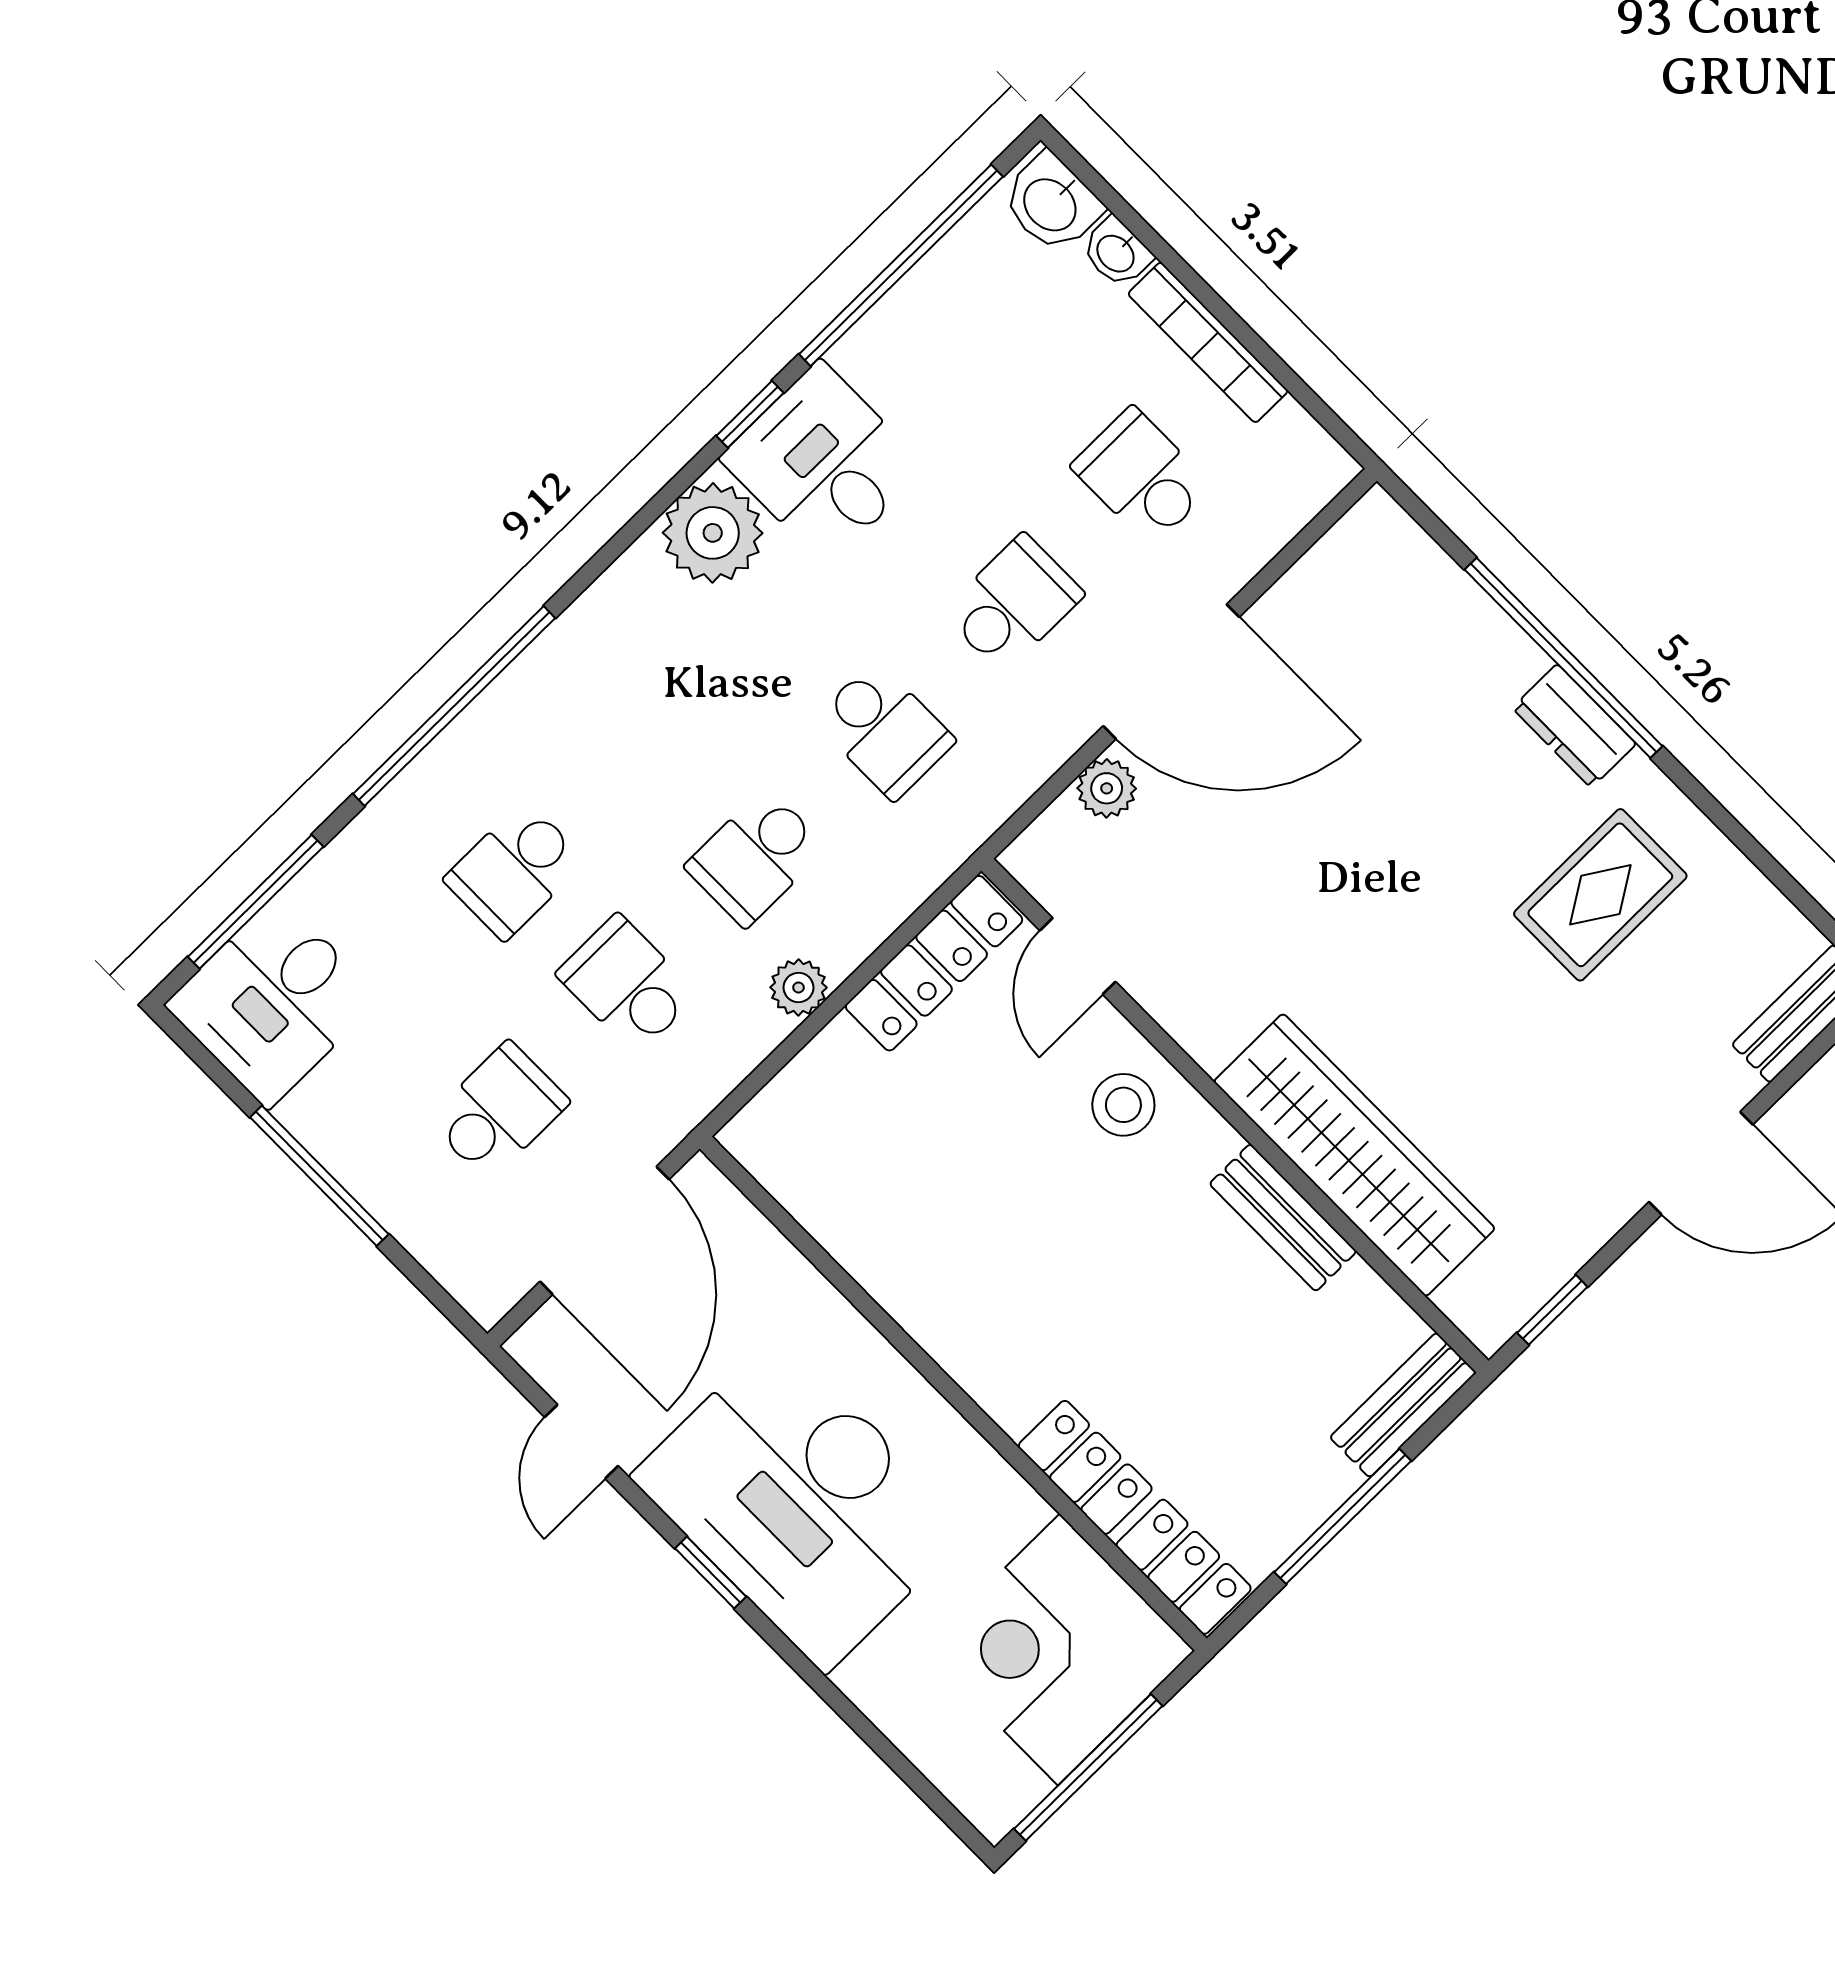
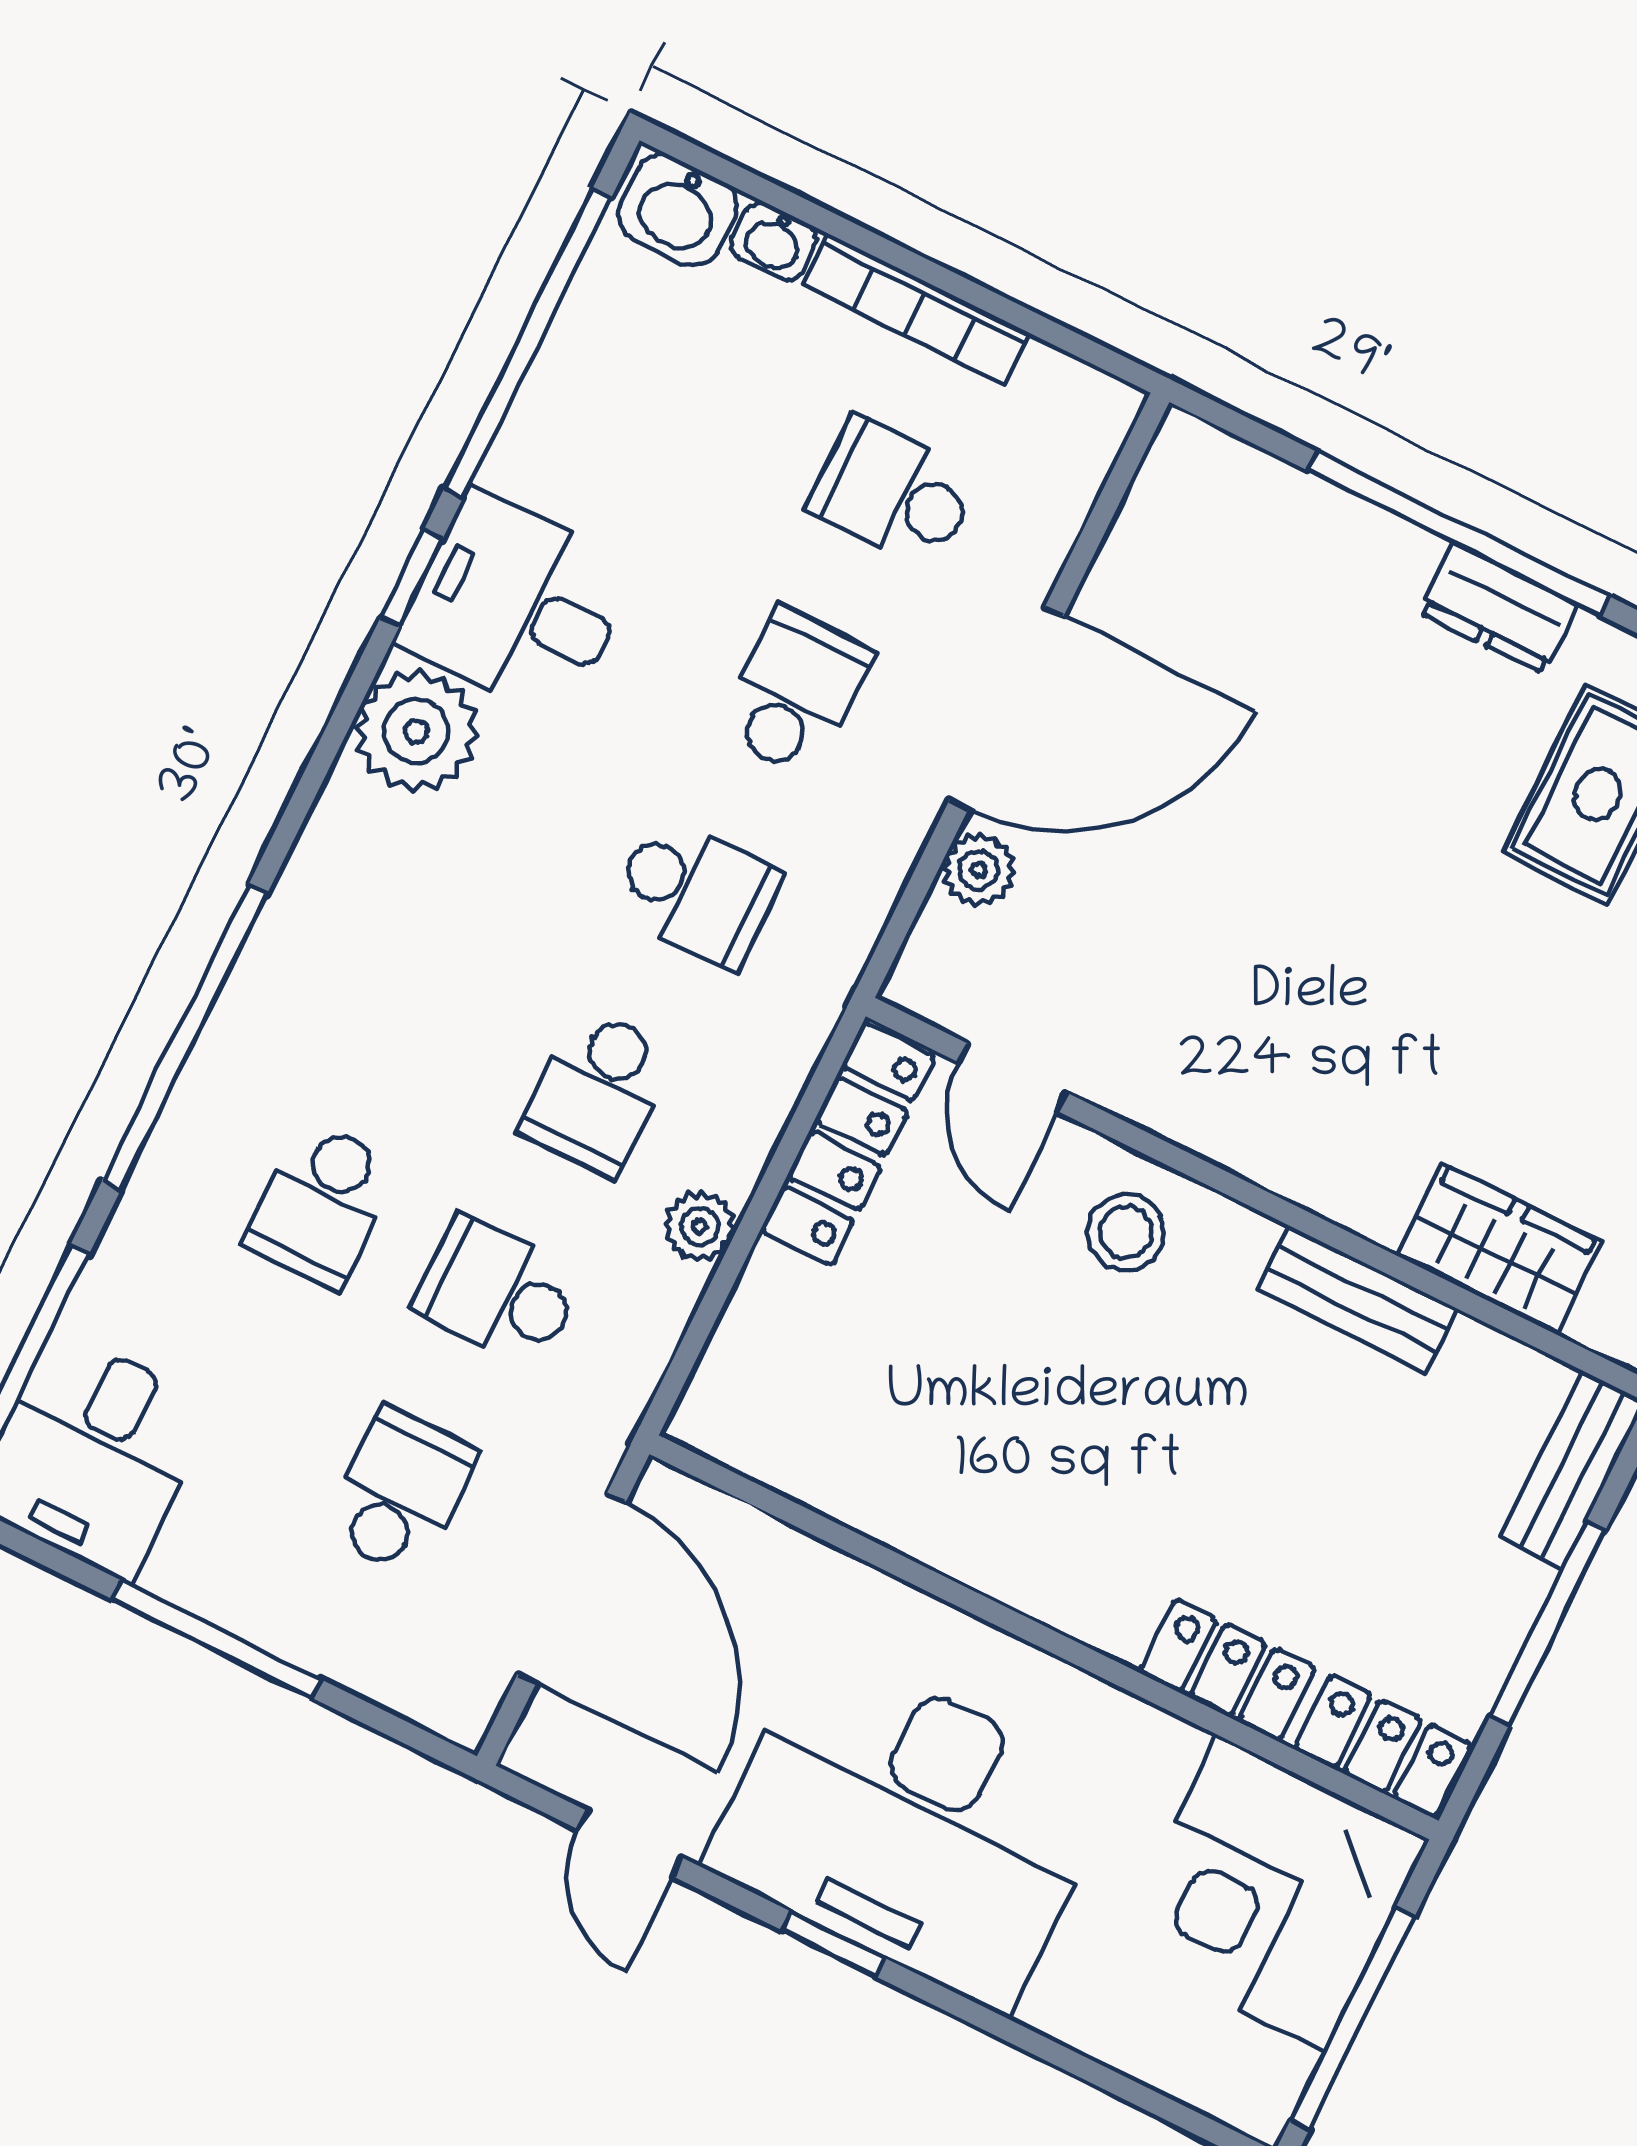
wardrobe: (1354, 1155) -> (1499, 1249), width x0.48, depth x0.85

